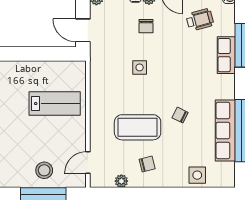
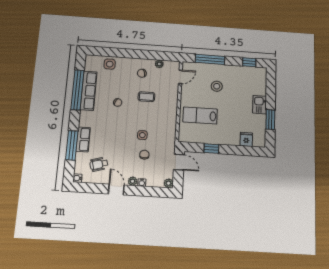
chair: (146, 26) -> (144, 155), moved
window: (36, 54) -> (211, 149), added
coffee table: (138, 127) -> (146, 97), width x0.54, depth x0.58
stool: (44, 170) -> (217, 86), moved

